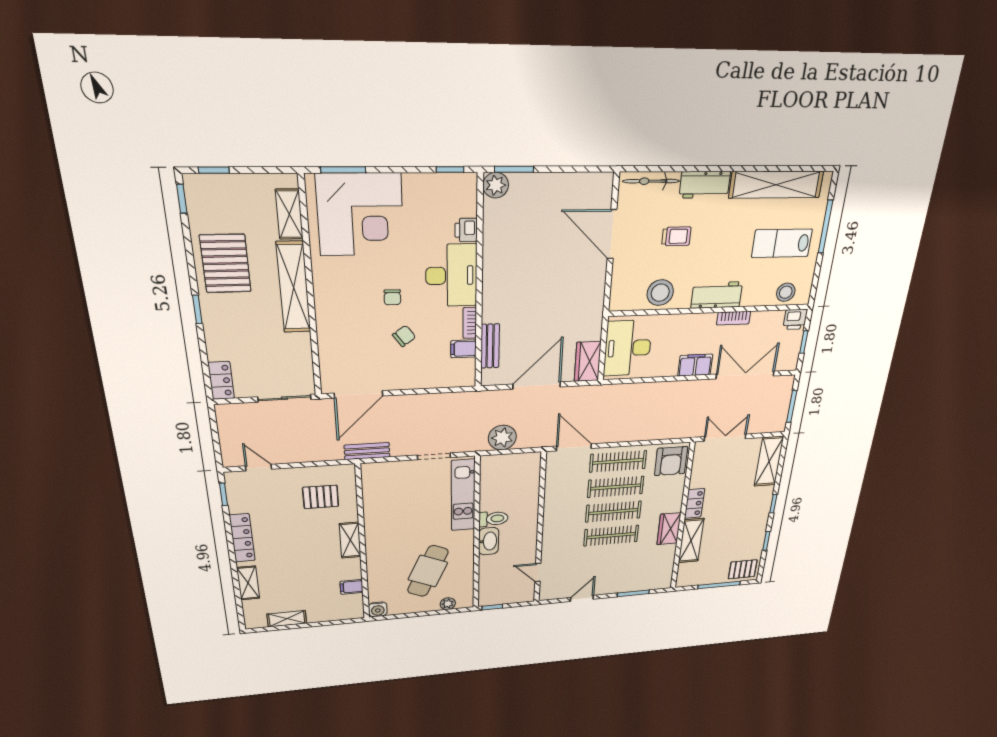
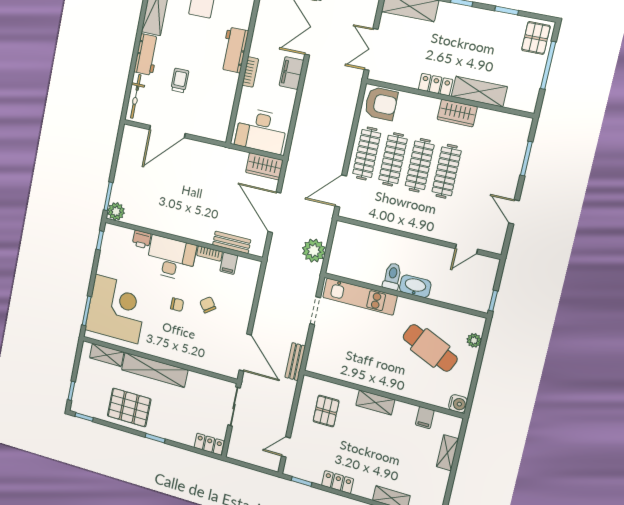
stool: (660, 293) -> (221, 98), removed
bookcase: (734, 318) -> (250, 72), moved
locker: (242, 538) -> (338, 482), width x0.66
shelving: (287, 619) -> (447, 453), moved

